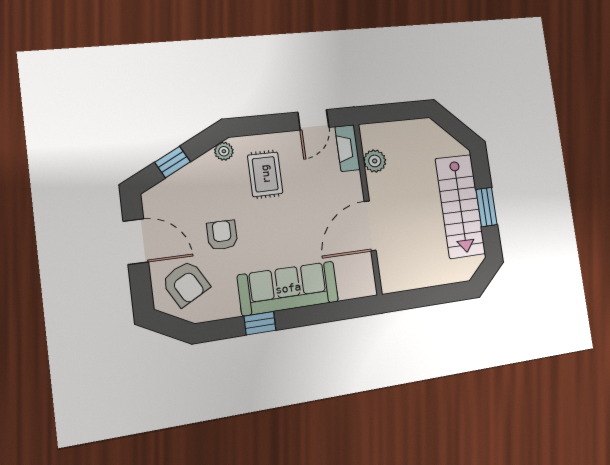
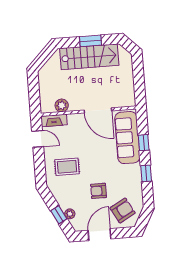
plant: (224, 151) -> (70, 214), moved
sofa: (288, 288) -> (127, 138), moved
window: (317, 314) -> (144, 143), added

